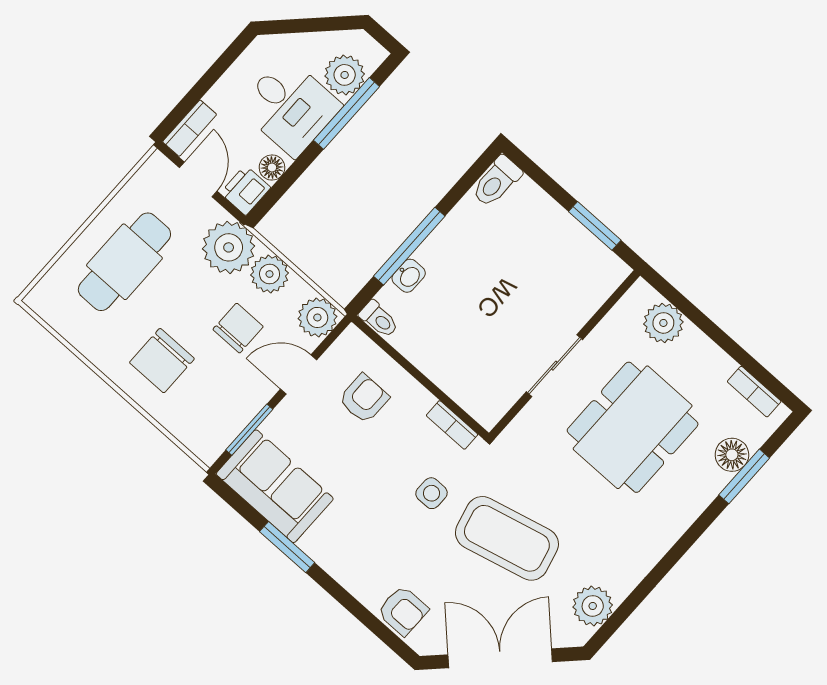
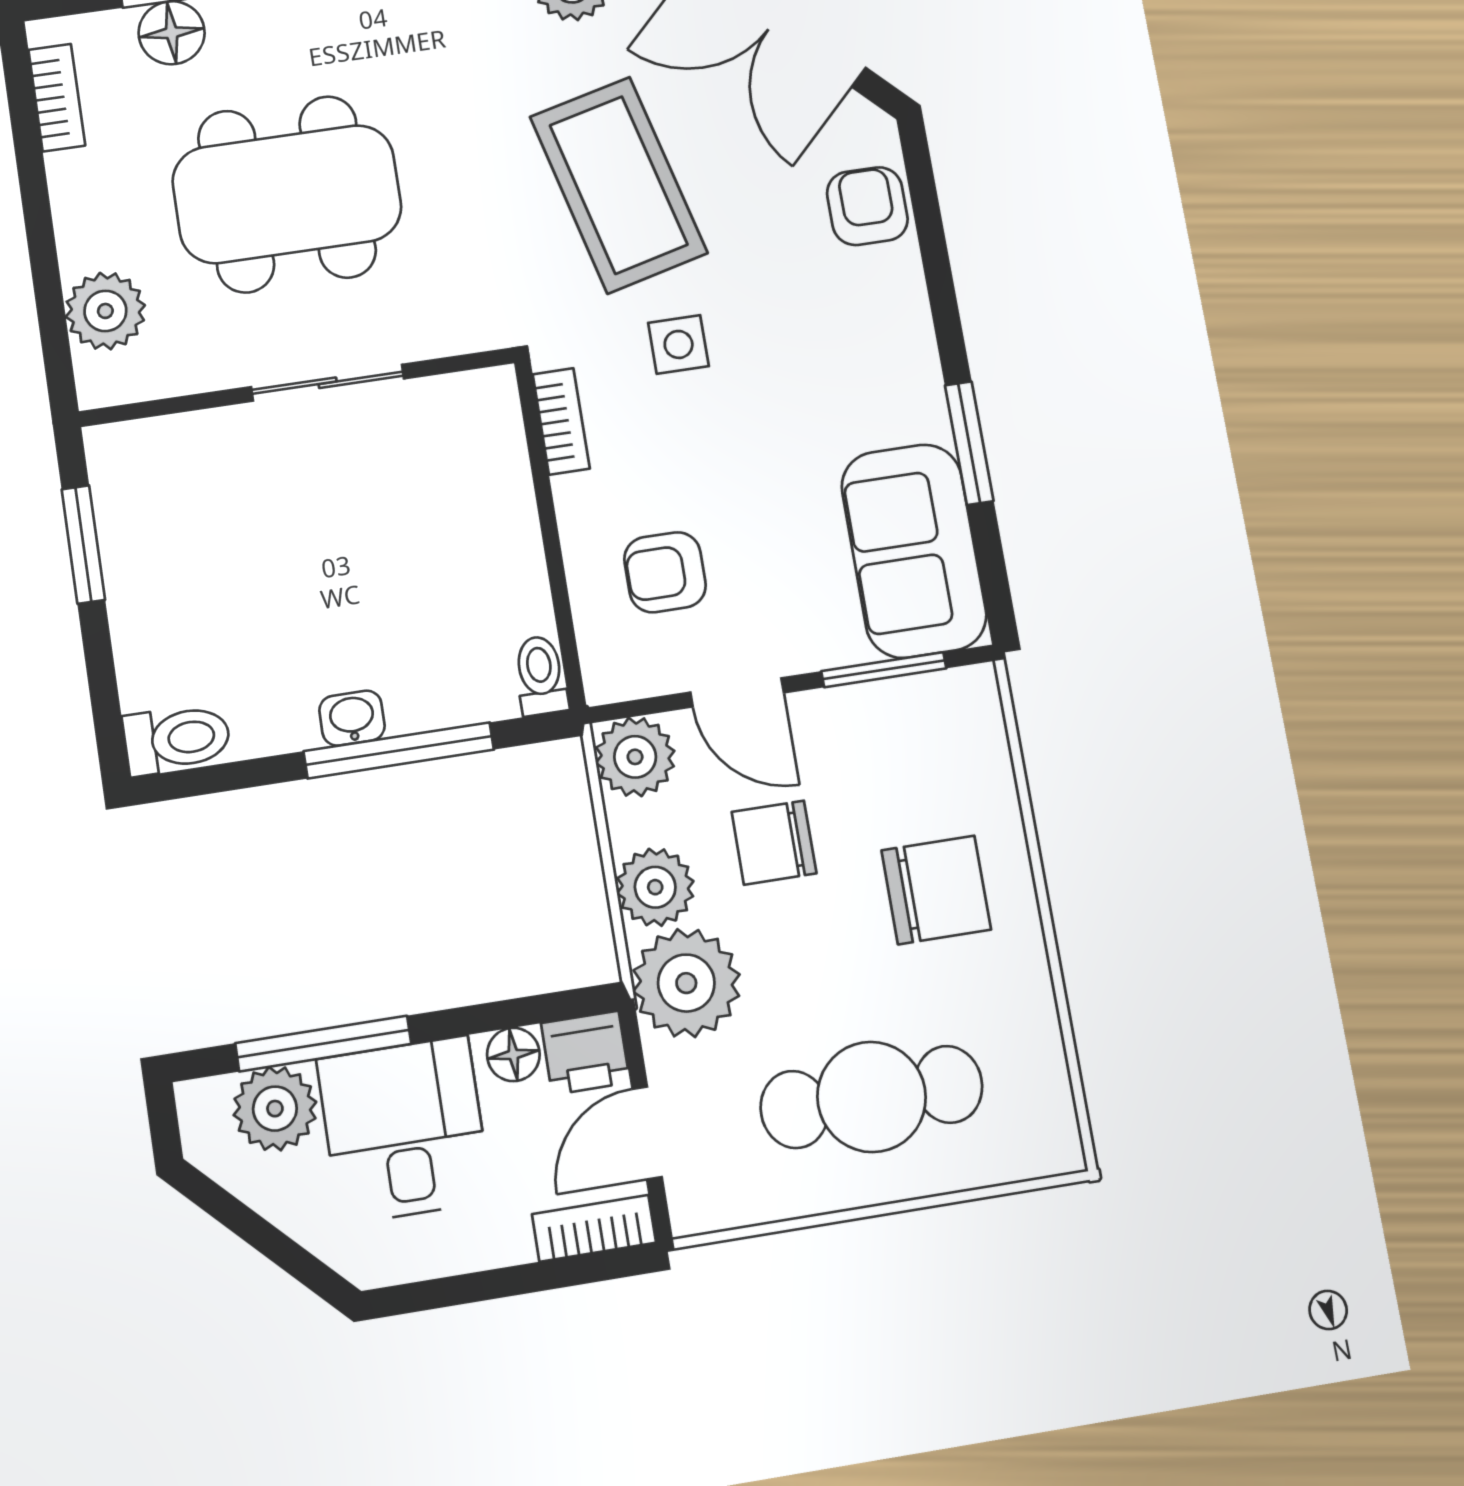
washbasin: (409, 276) -> (352, 718), moved

